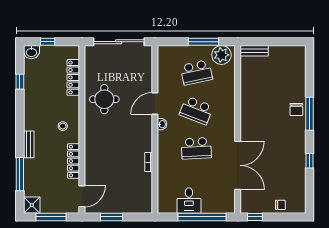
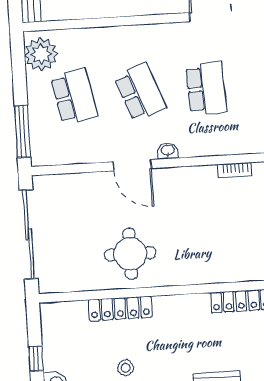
window: (203, 42) -> (22, 132), moved
locker: (73, 77) -> (120, 308), moved
school desk: (196, 110) -> (140, 92), turned -42
stool: (63, 126) -> (126, 368), moved

